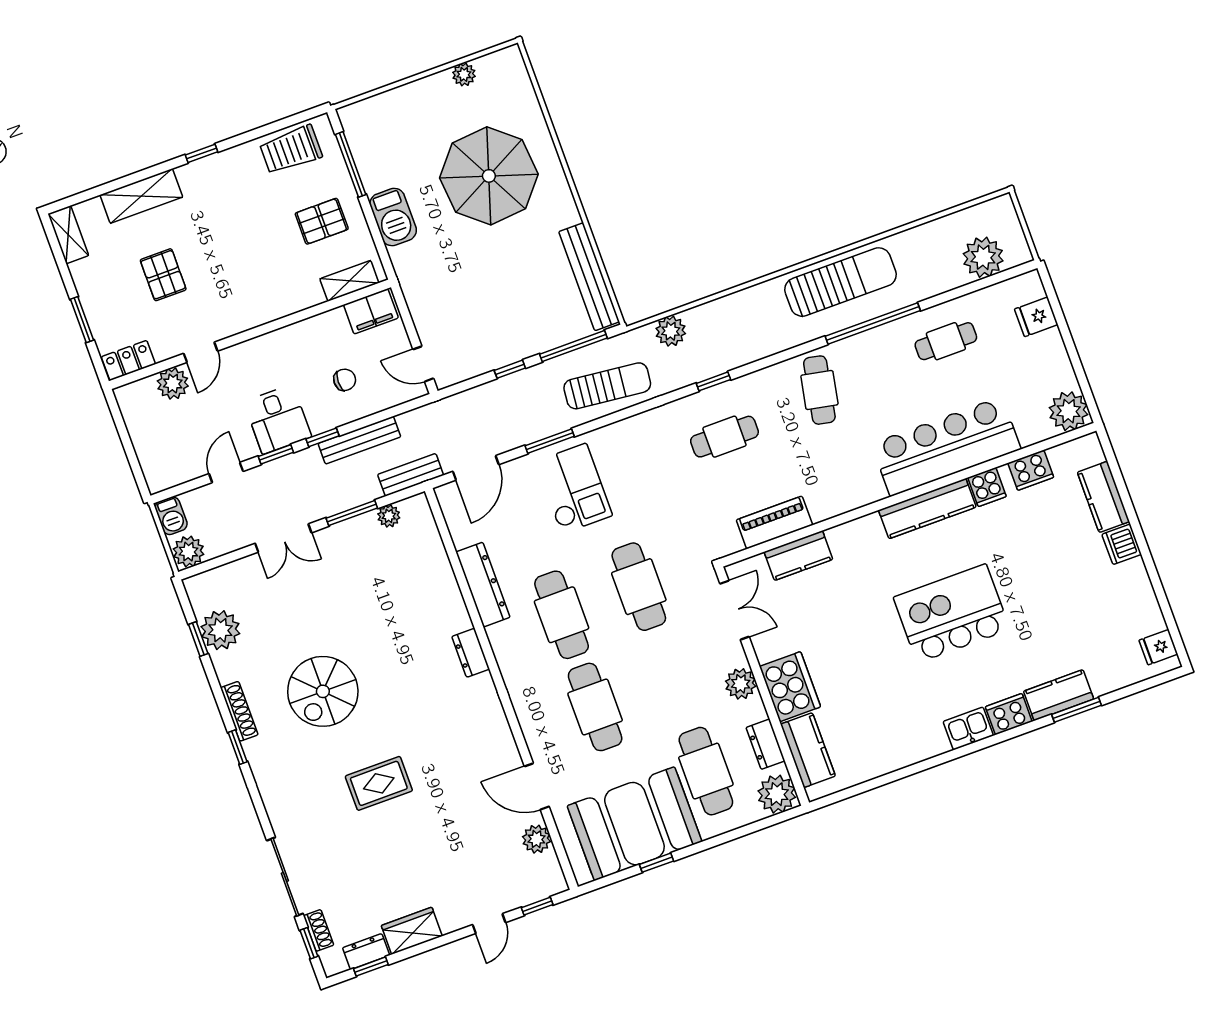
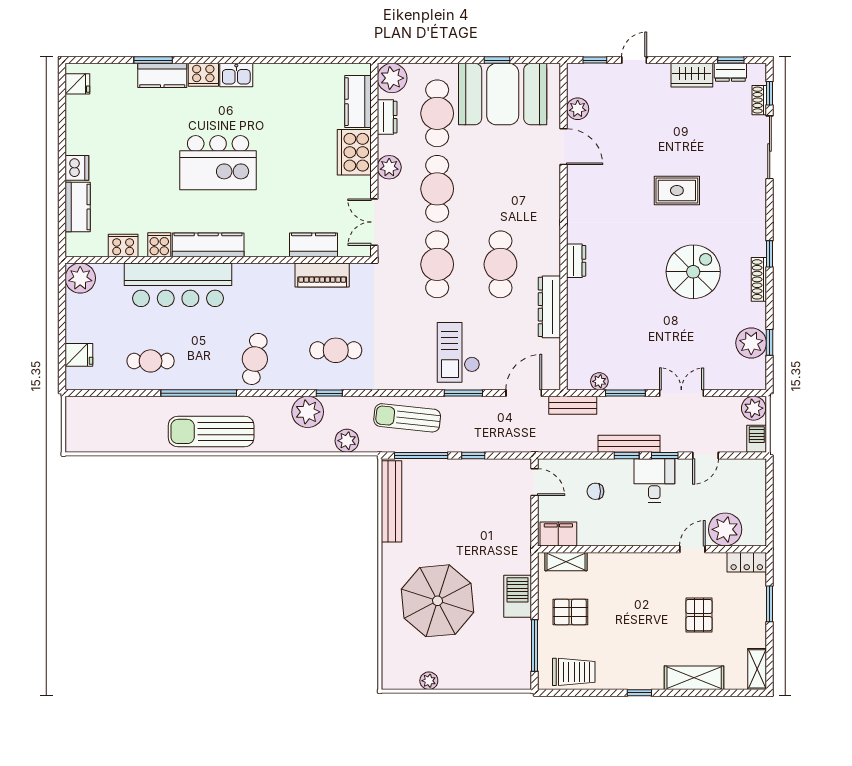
plant: (983, 257) -> (308, 412), moved
plant: (173, 384) -> (725, 529), width x1.36, depth x1.36
bench: (359, 440) -> (629, 444), moved
cafe table: (595, 707) -> (437, 189), moved

